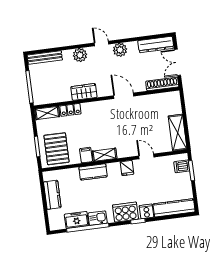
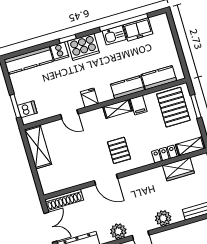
wardrobe: (84, 92) -> (178, 169), moved
pallet: (109, 119) -> (119, 150), added
kitchen counter: (52, 195) -> (159, 78), moved, turned 90

